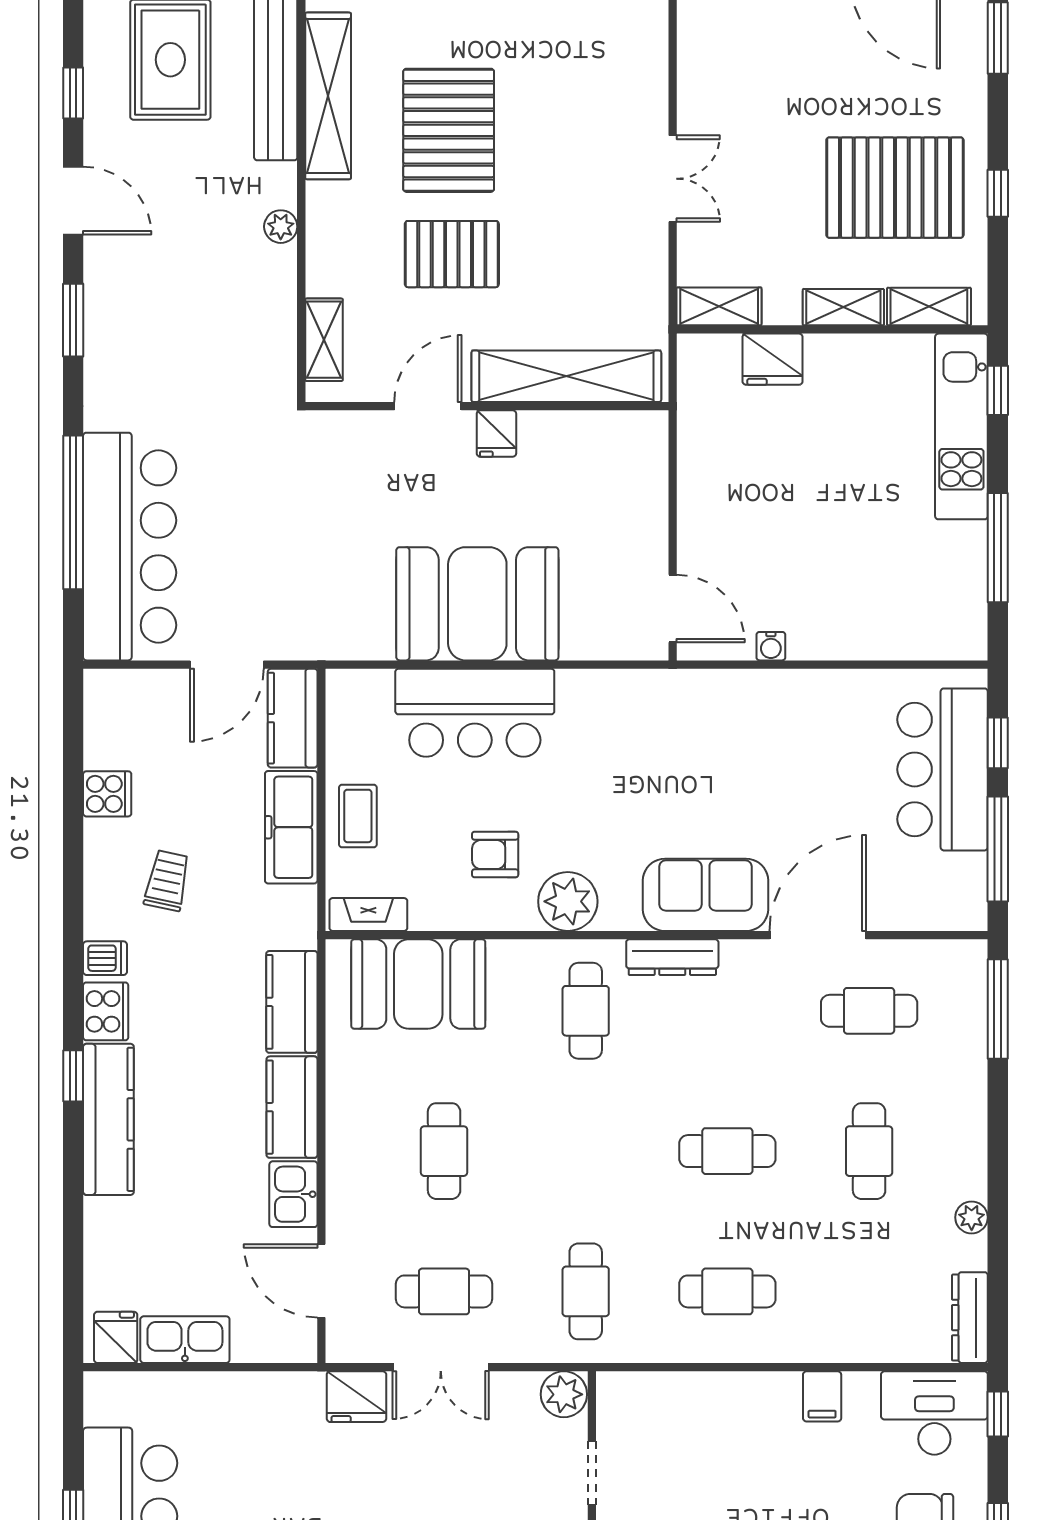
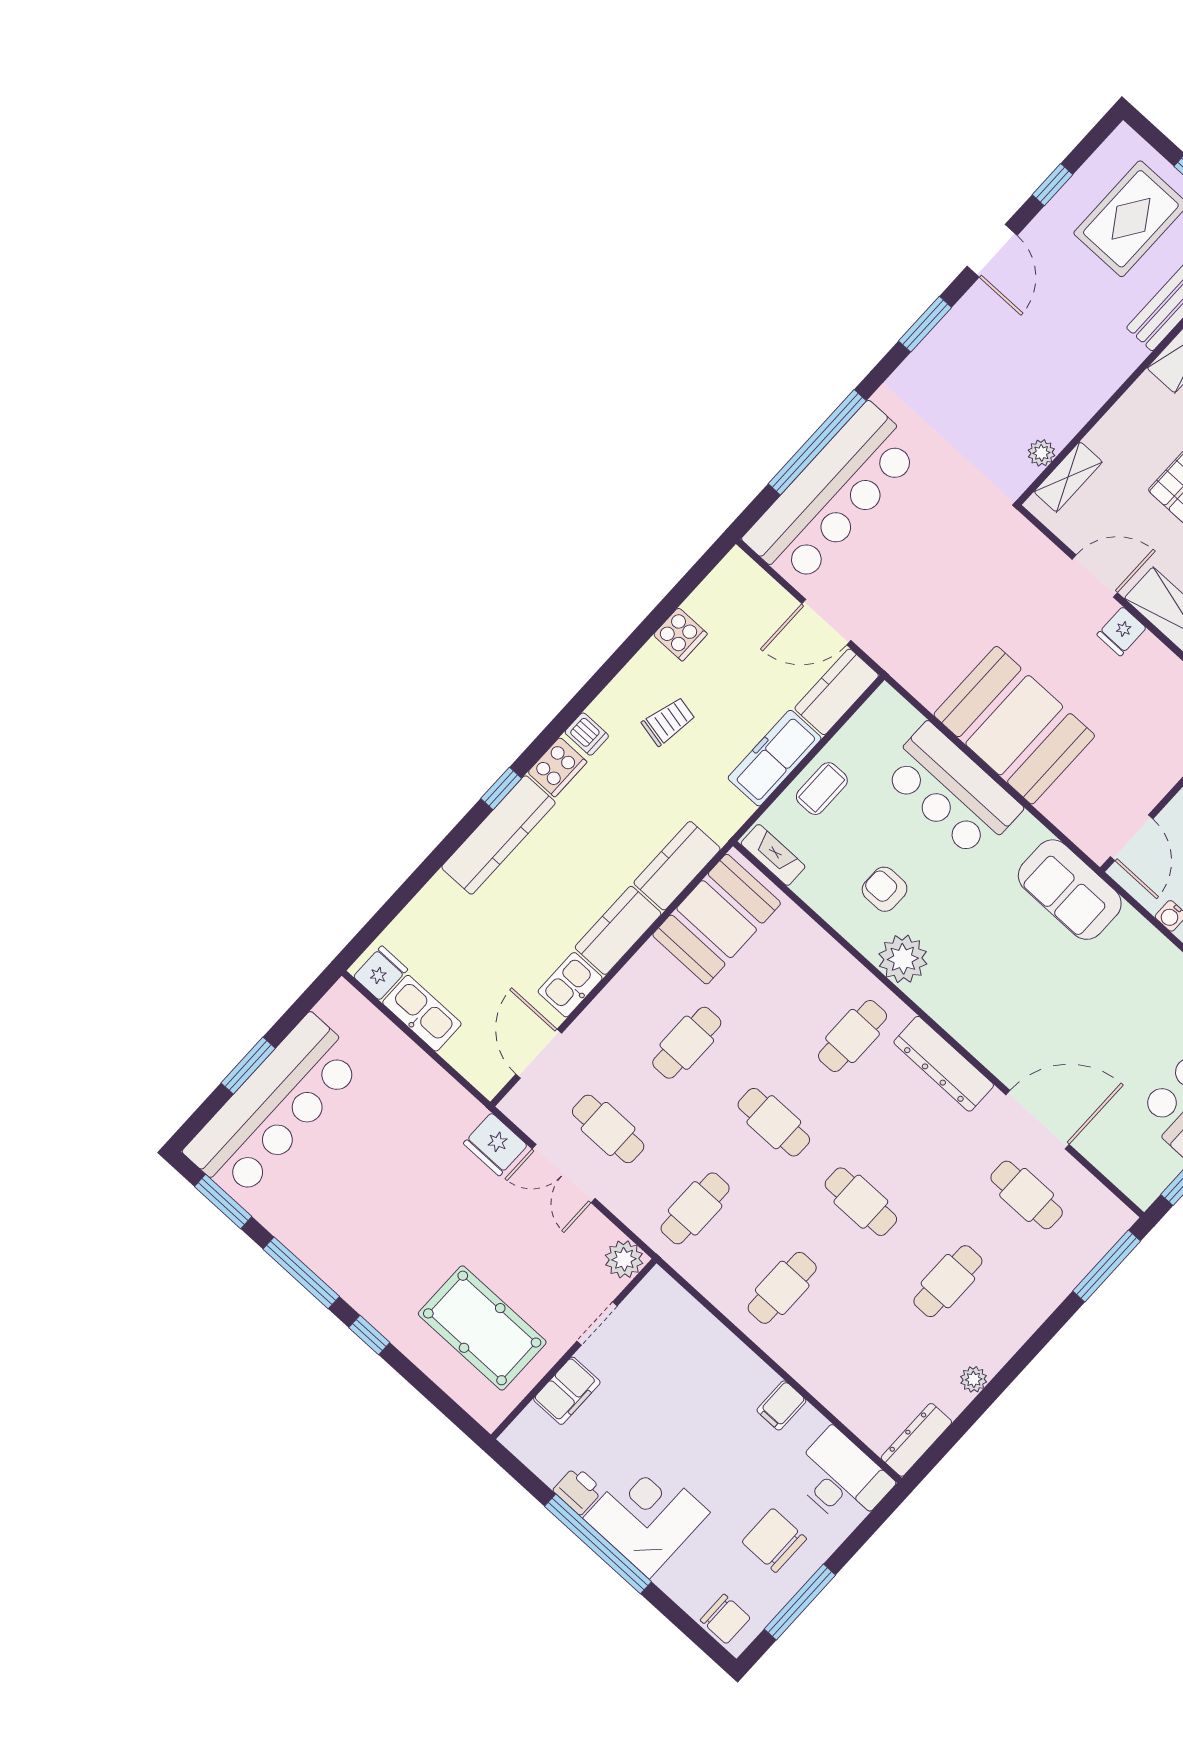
plant: (281, 227) -> (1041, 453), moved
sofa: (706, 895) -> (1070, 890), moved, turned 180
dresser: (672, 957) -> (944, 1064), width x1.37, depth x1.24
booth: (418, 984) -> (717, 919), moved, turned 90
cafe table: (586, 1151) -> (774, 1122), added
cafe table: (727, 1291) -> (782, 1288), turned 90
window: (998, 1414) -> (879, 1515), removed

